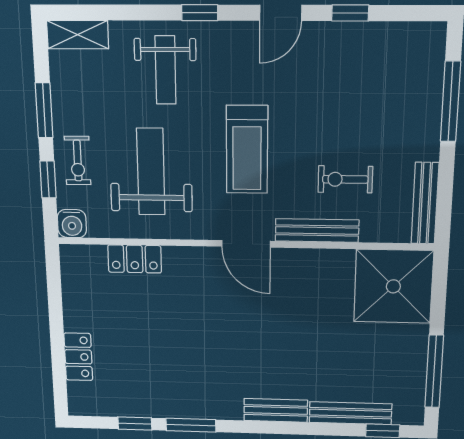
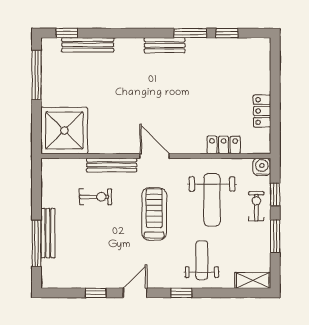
bench: (425, 203) -> (48, 233), moved
locker: (78, 357) -> (262, 111), moved
bench: (276, 410) -> (165, 45), moved

